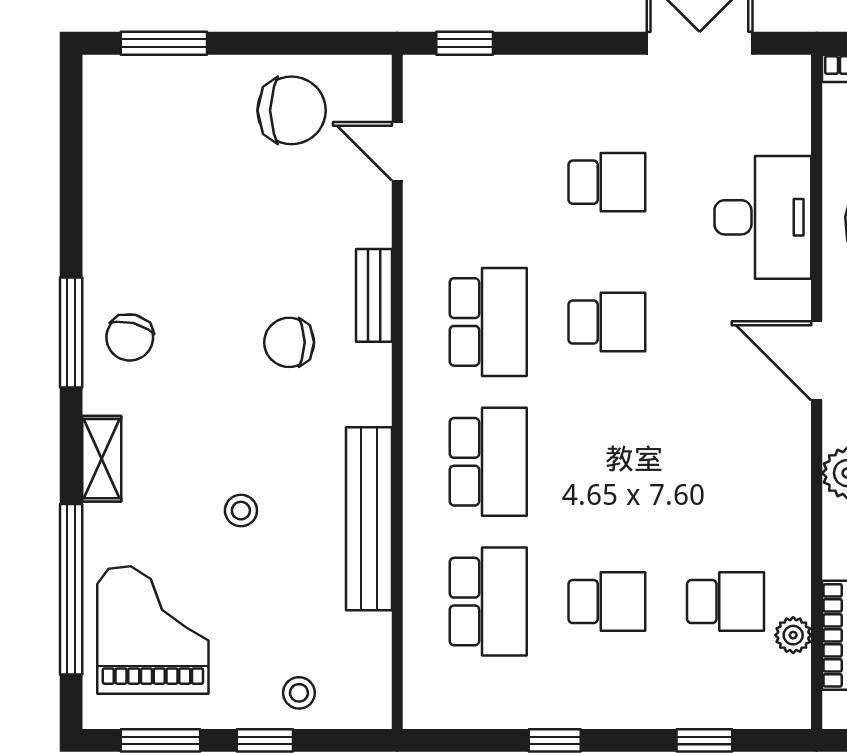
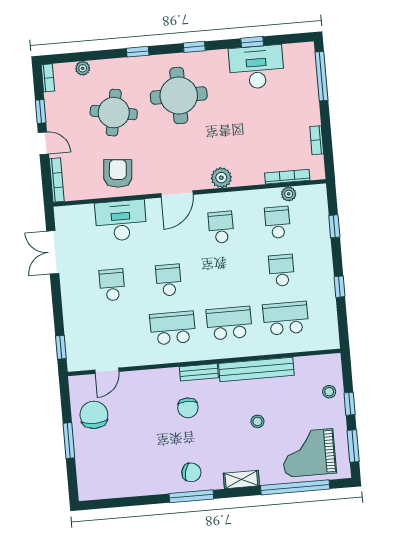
window: (164, 43) -> (69, 441), moved
bench: (374, 295) -> (199, 372), moved
school desk: (726, 462) -> (221, 227), added

